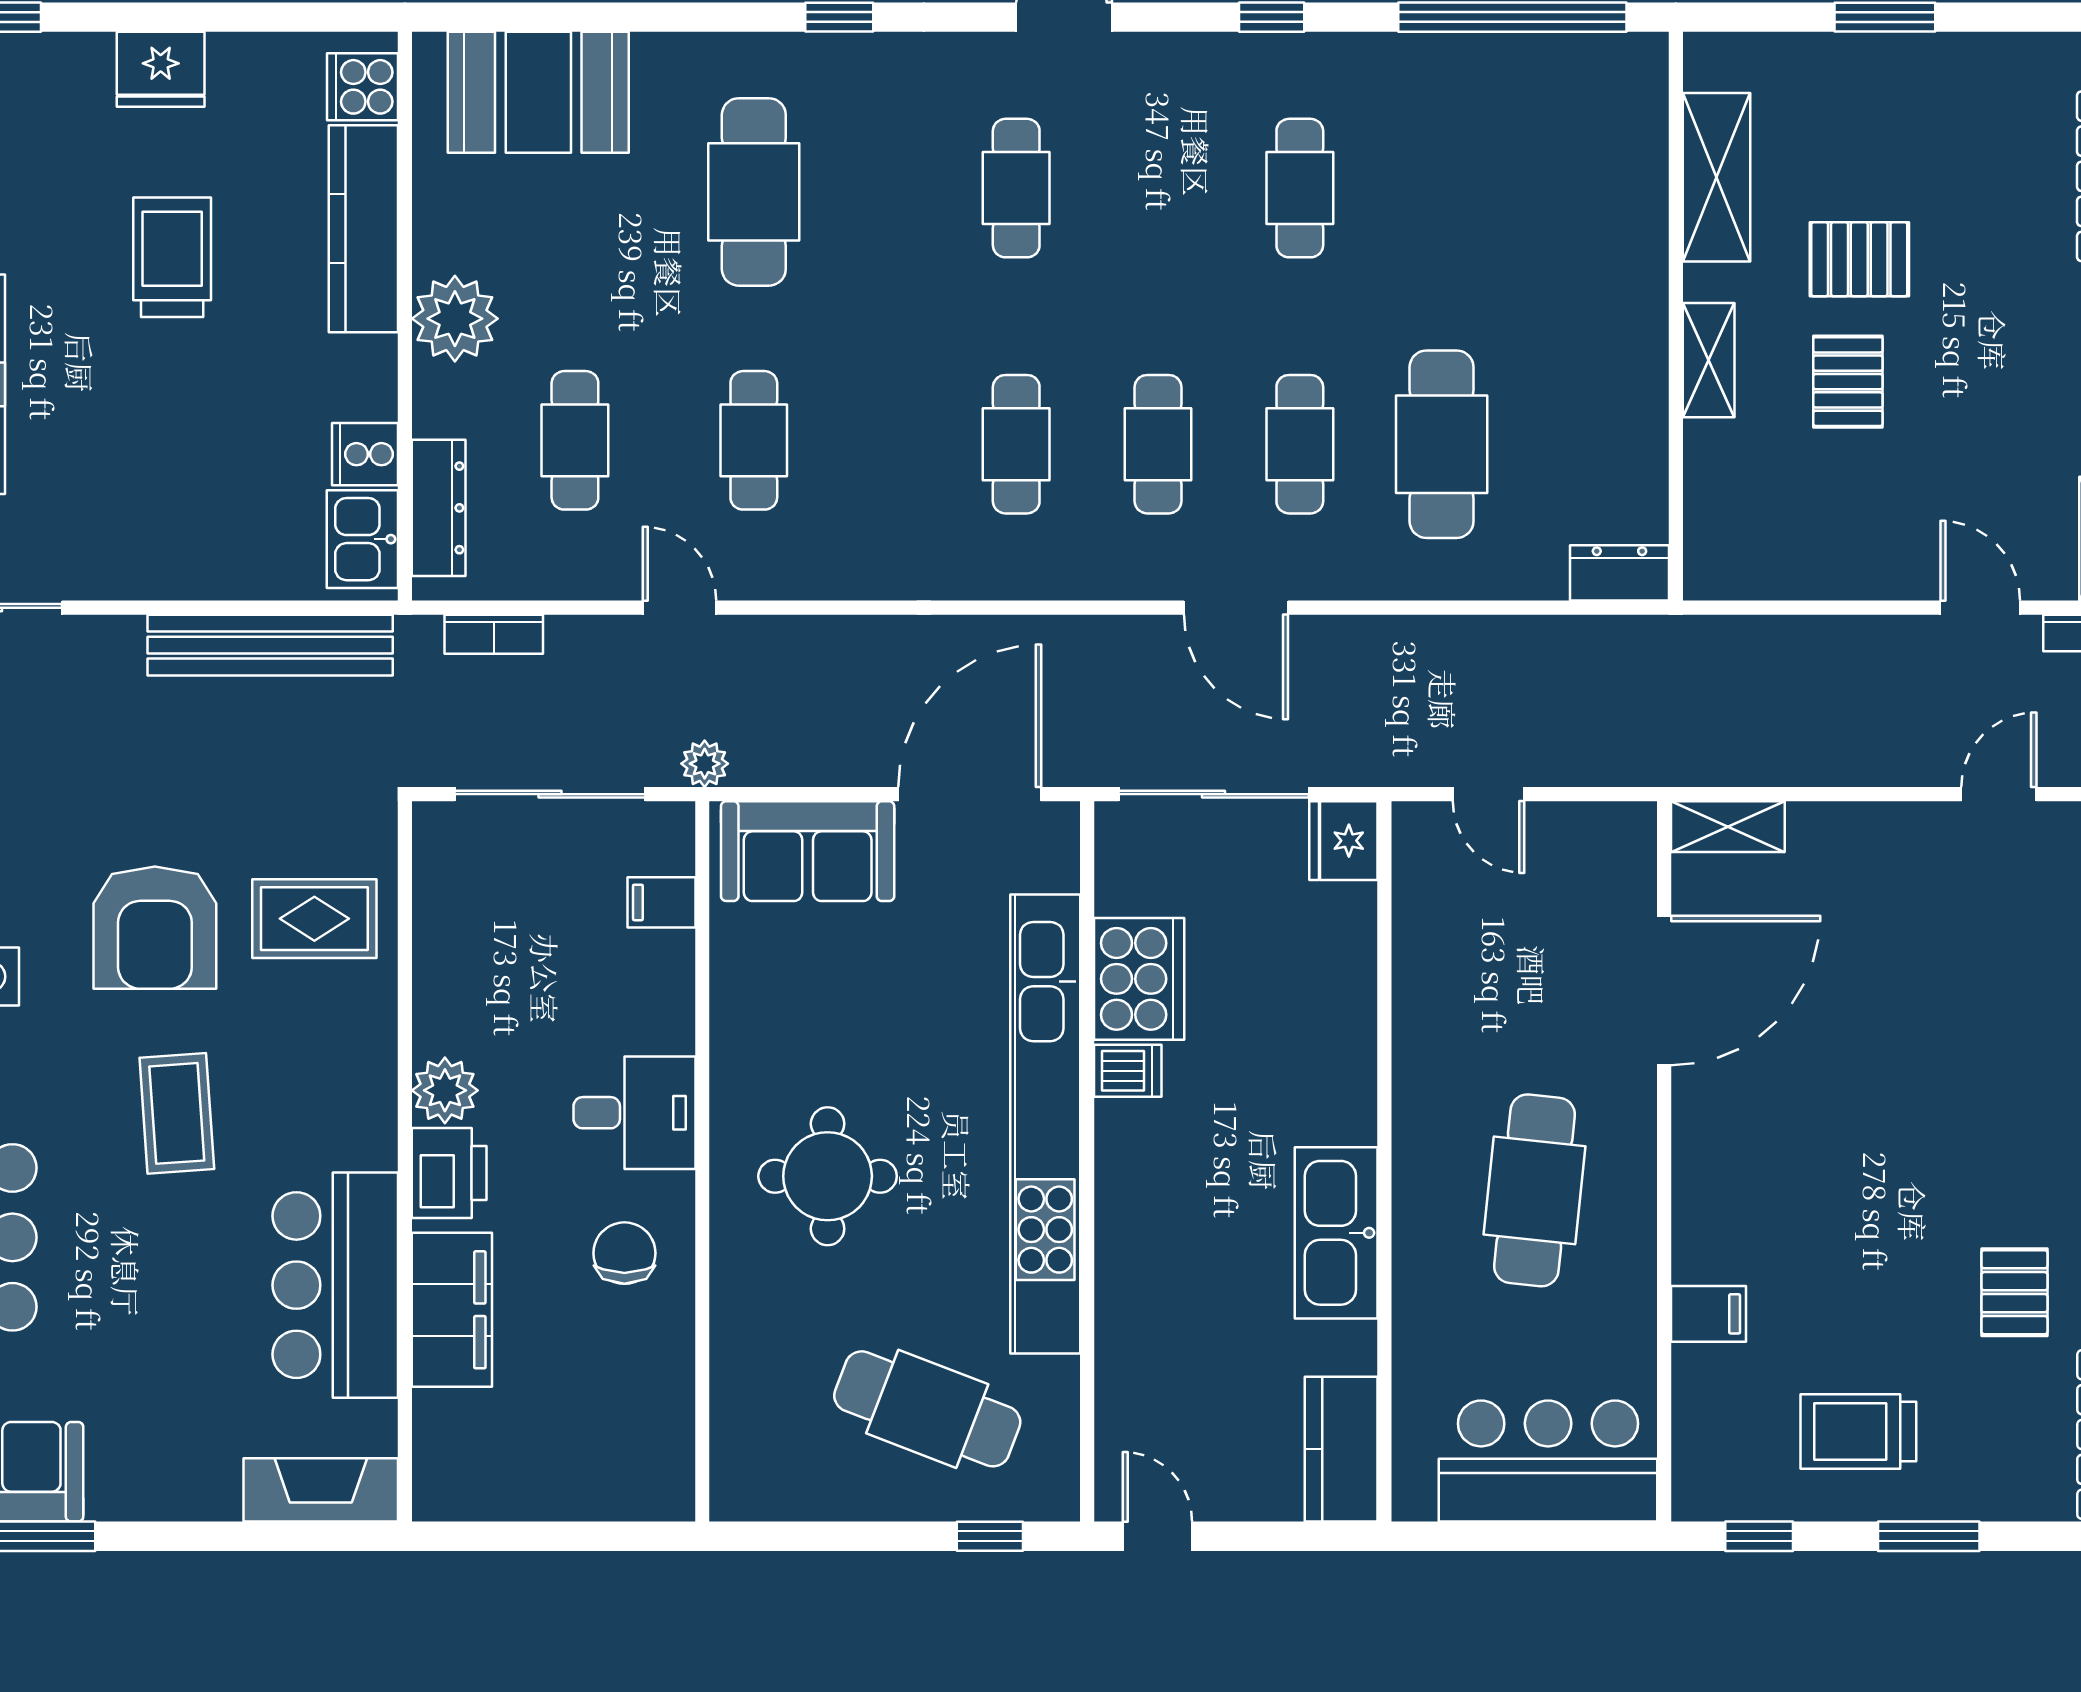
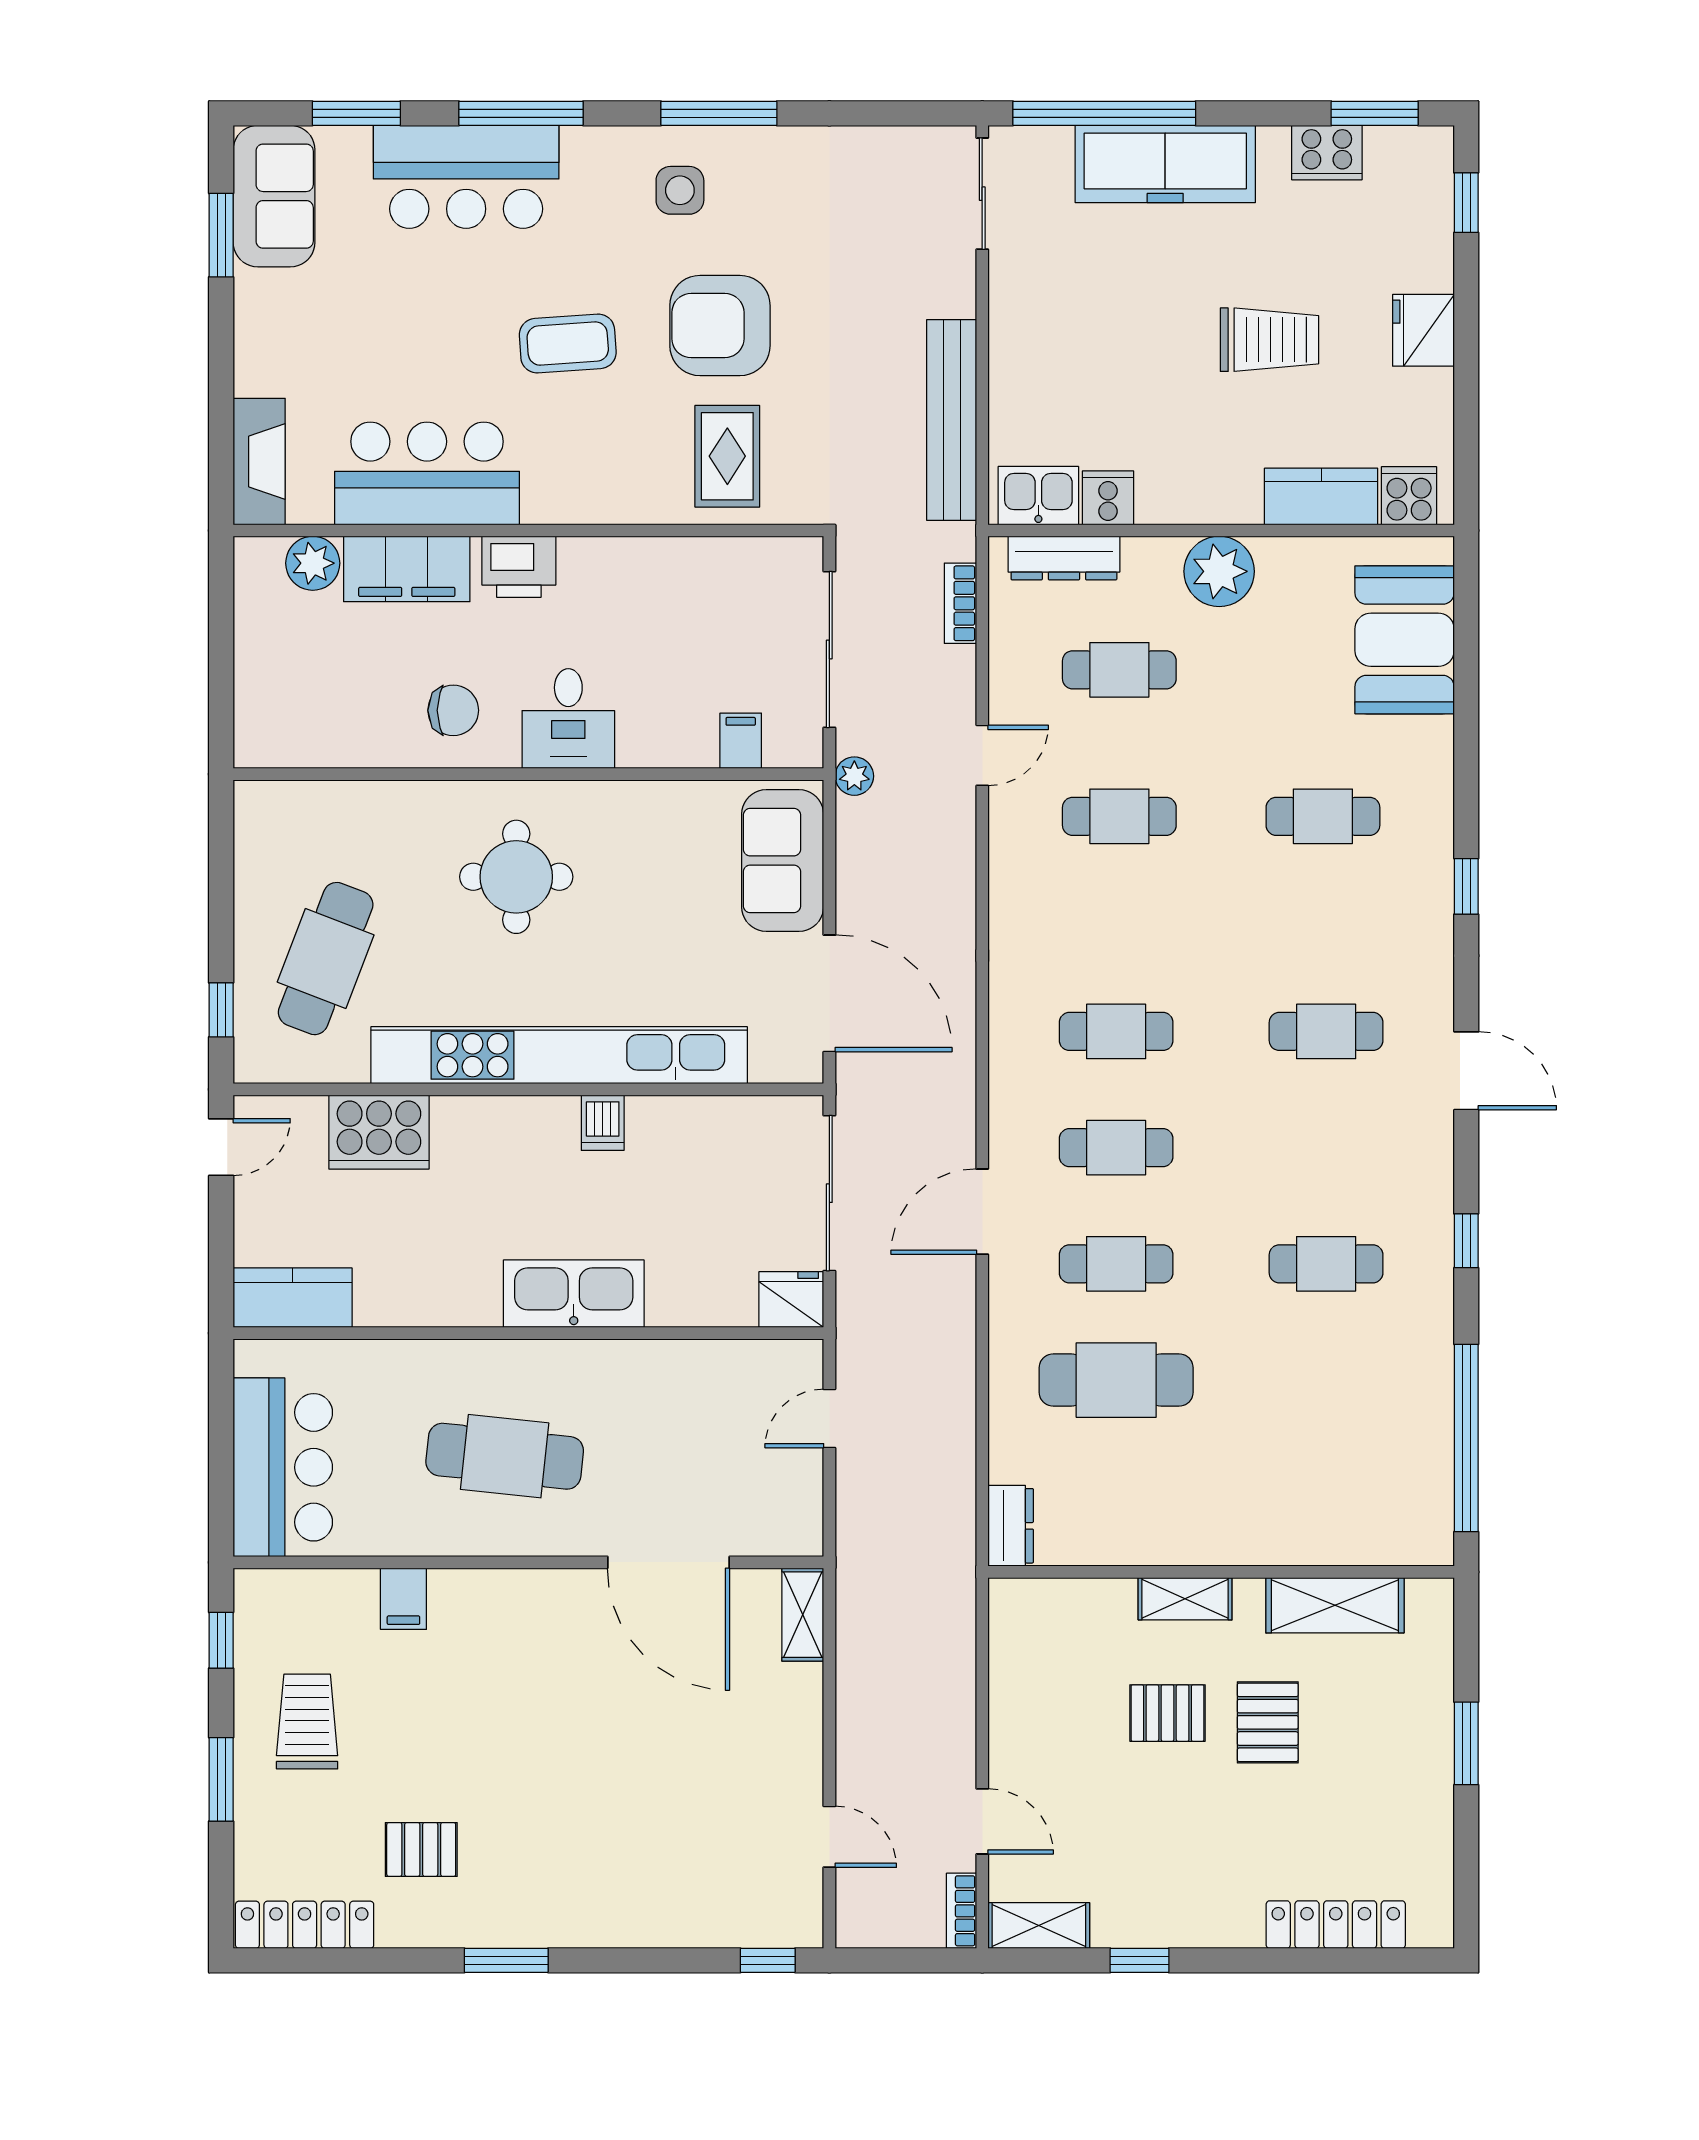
cafe table: (754, 192) -> (1323, 816), width x0.73, depth x0.74
kitchen counter: (363, 229) -> (1321, 496), width x0.67
door: (1980, 608) -> (982, 1821), hinge flipped
cooker: (1139, 979) -> (379, 1132), moved
plant: (445, 1090) -> (313, 563), moved
kitchen sink: (1336, 1233) -> (574, 1294), moved

